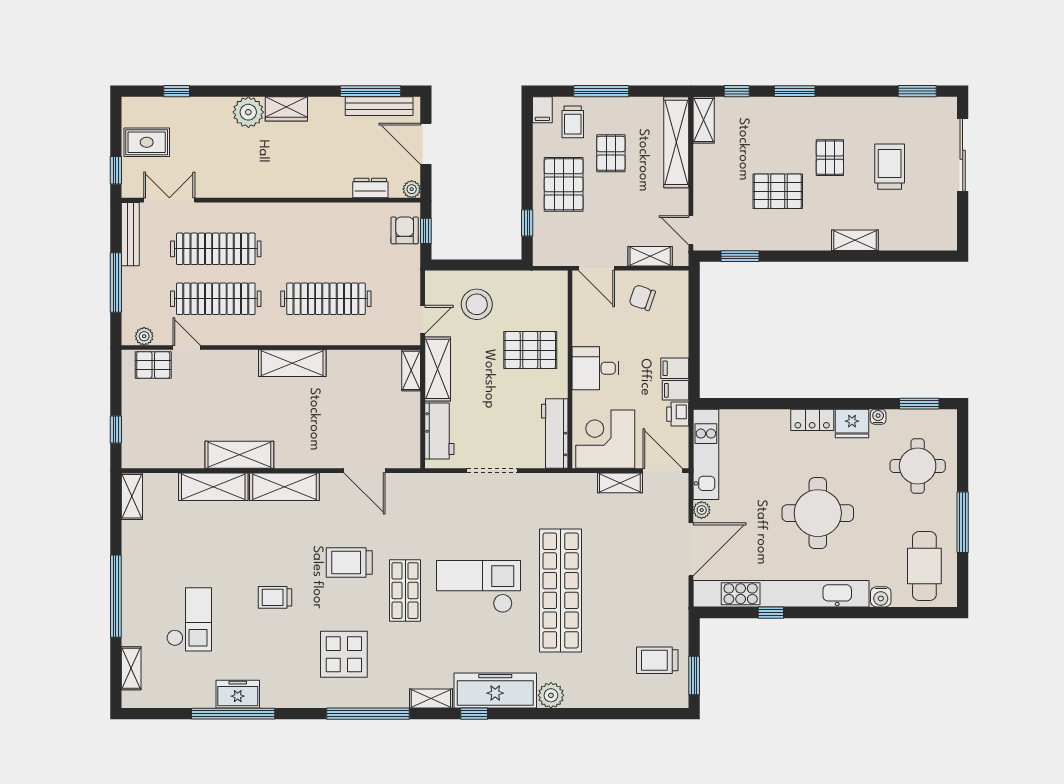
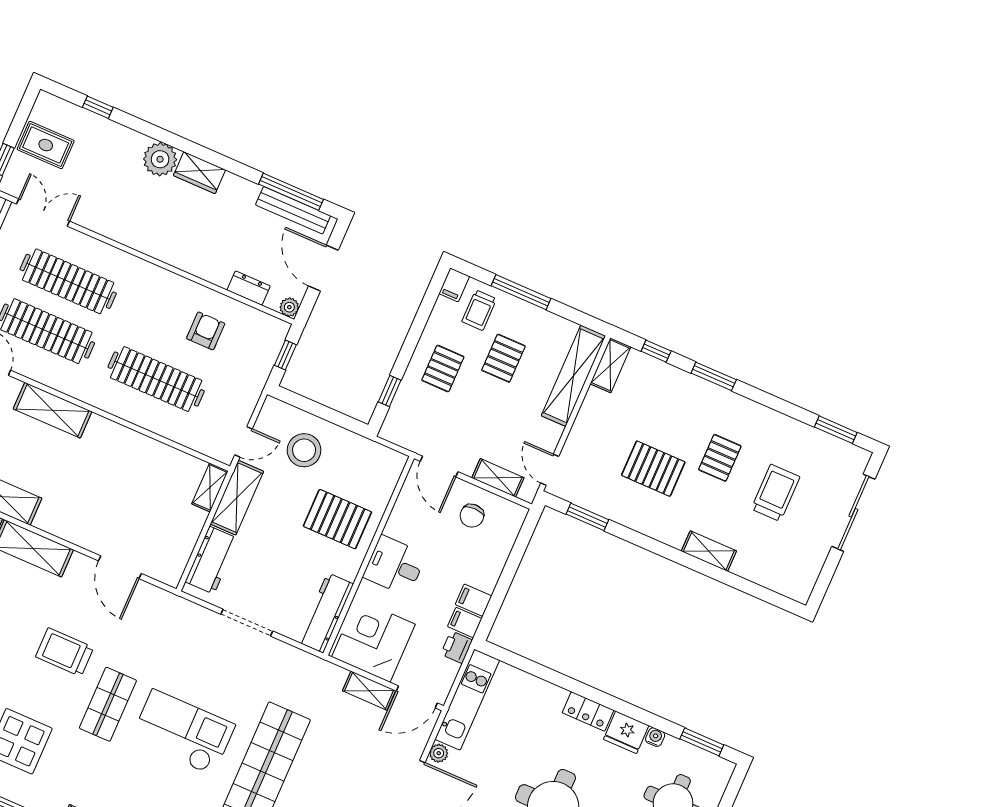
pallet: (564, 184) -> (443, 368), width x0.67, depth x0.71
armchair: (405, 230) -> (206, 331), moved
chair: (642, 298) -> (472, 516), turned -109
shelving: (292, 363) -> (53, 410), moved
door: (663, 471) -> (417, 697), swing flipped

